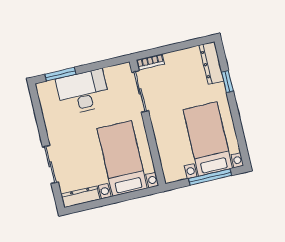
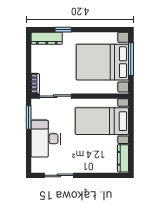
window: (60, 74) -> (29, 118), moved
bed with nightstands: (208, 139) -> (102, 62), width x1.36
sliding door: (50, 164) -> (59, 175), moved

